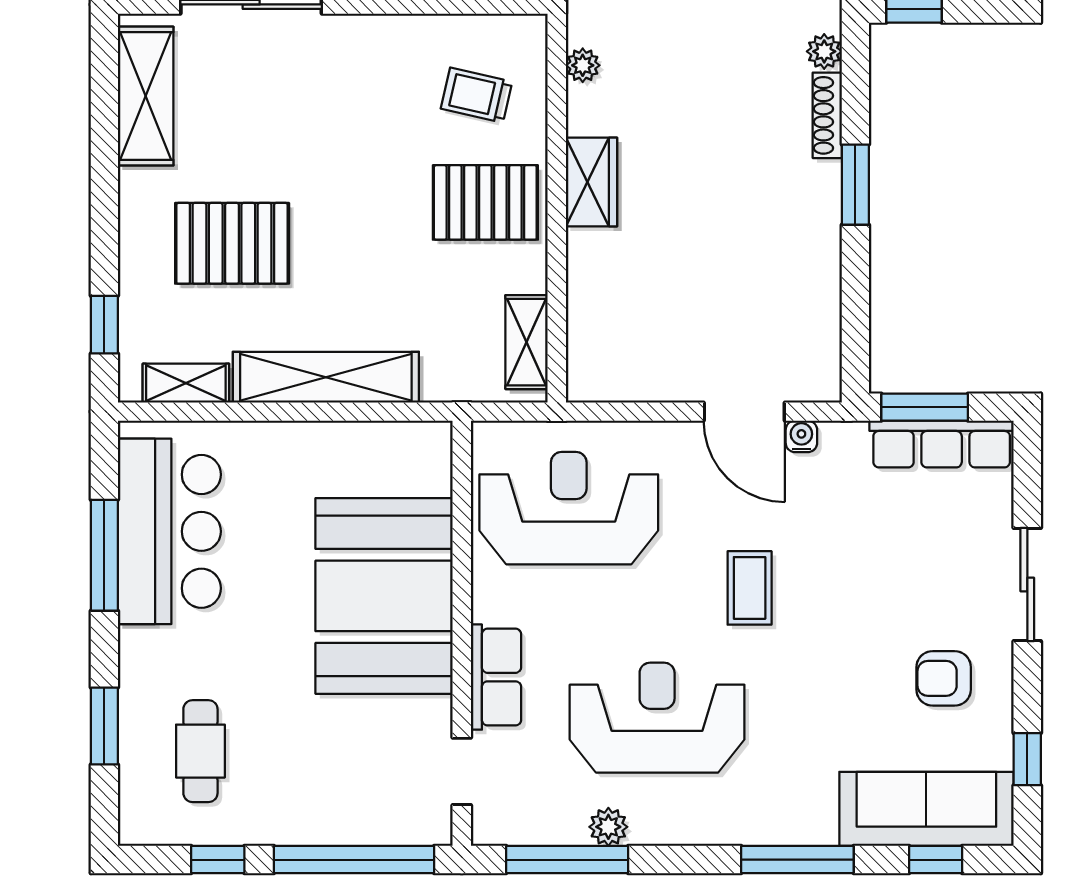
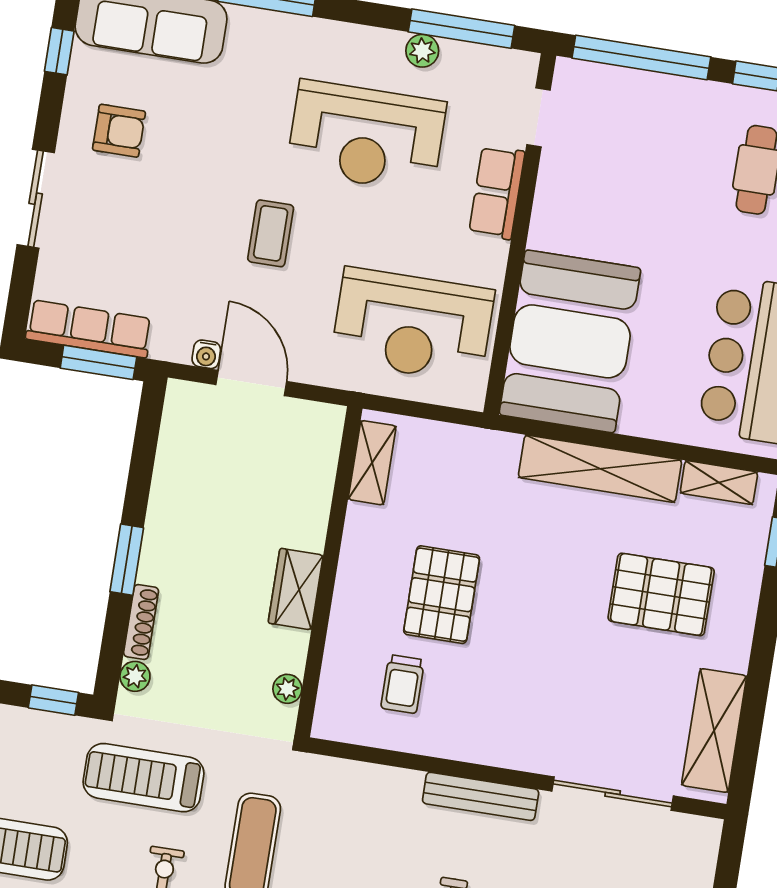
plant: (583, 65) -> (287, 689), moved
trolley: (476, 95) -> (403, 684), moved, turned 77
wardrobe: (592, 182) -> (296, 589), moved
pallet: (485, 202) -> (442, 595), turned 90
wall: (557, 208) -> (329, 572), moved
shelving: (527, 342) -> (372, 463), moved
booth: (384, 596) -> (570, 341), moved

